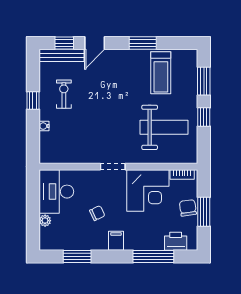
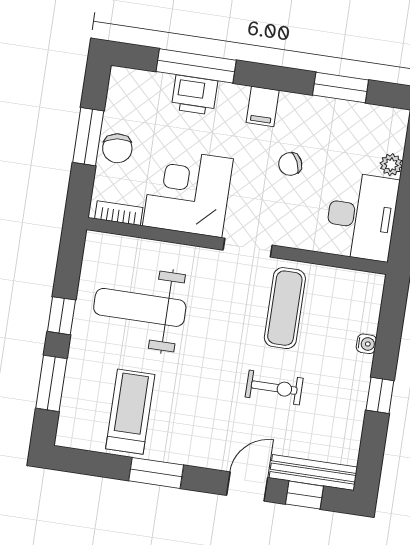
exercise bike: (64, 94) -> (274, 388), moved, turned -90
exercise mat: (89, 138) -> (285, 308), added
printer: (176, 241) -> (194, 95), moved

